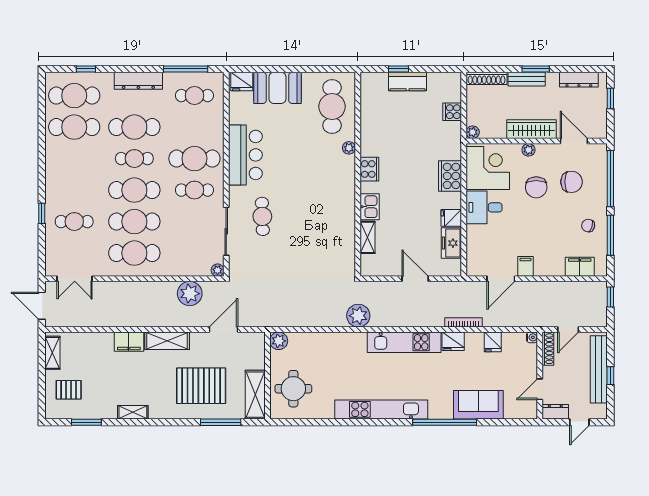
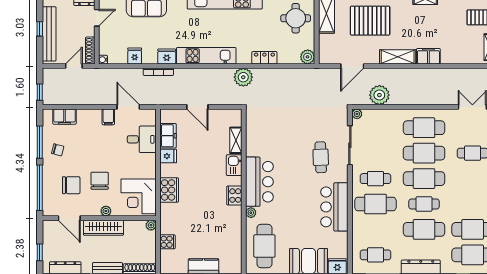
chair: (572, 182) -> (71, 185), turned 180
bar counter: (338, 186) -> (259, 182), added
desk: (484, 207) -> (142, 139), moved
door: (501, 279) -> (128, 107), hinge flipped
locker: (332, 340) -> (264, 58), added

